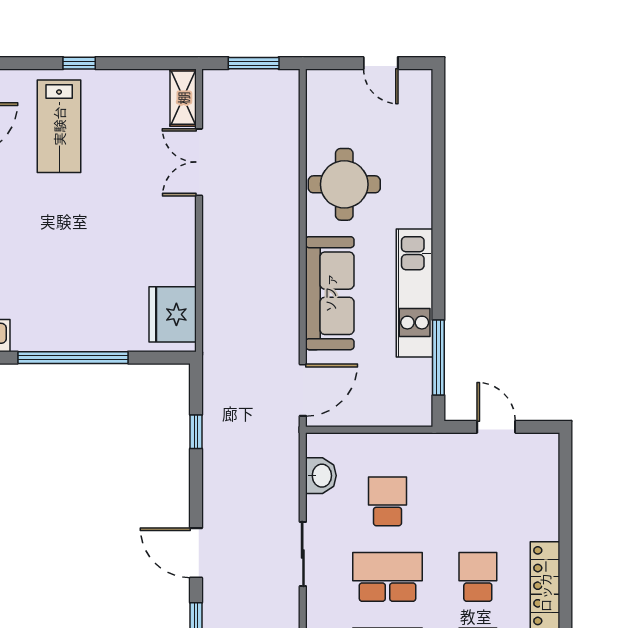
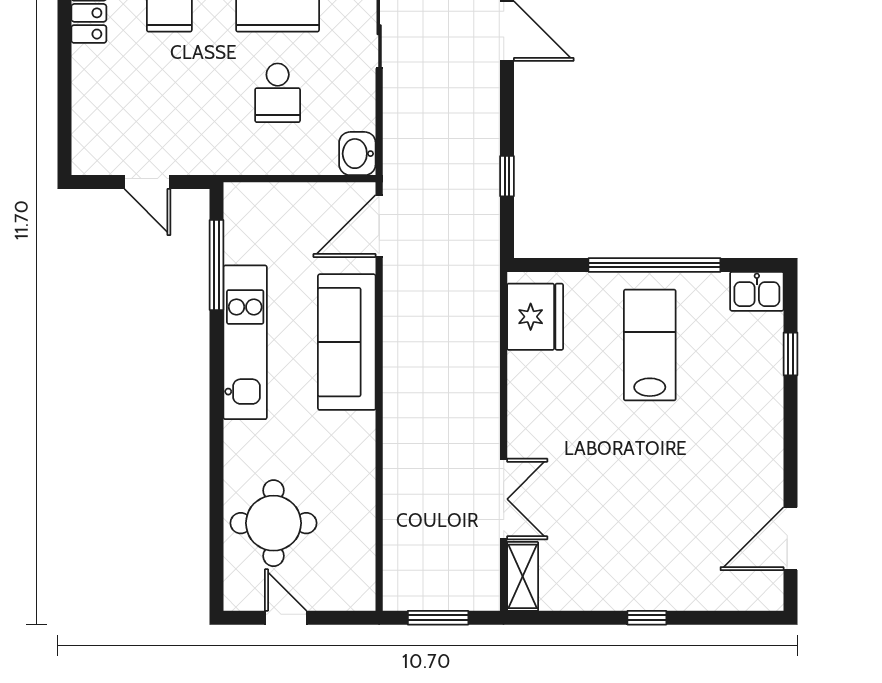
lab bench: (59, 126) -> (650, 345), moved
round table: (344, 184) -> (273, 523), moved
washbasin: (321, 476) -> (357, 154), moved

